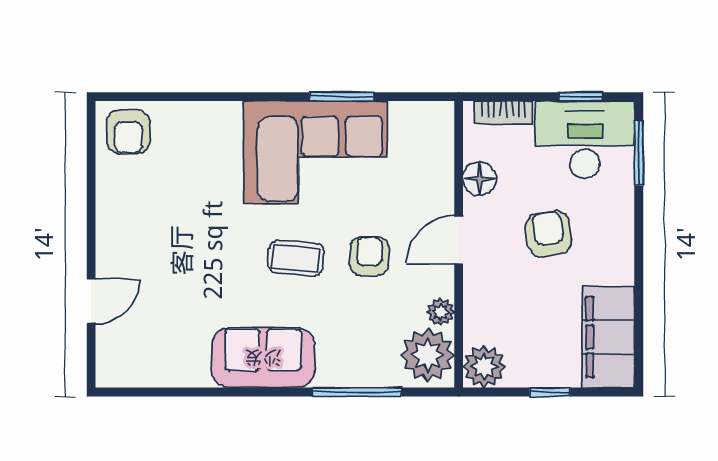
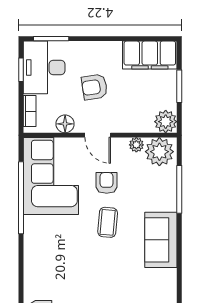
window: (342, 97) -> (21, 198), width x2.11
corner sofa: (315, 152) -> (51, 176), moved
armchair: (369, 256) -> (107, 183), turned 88
window: (550, 392) -> (179, 86), width x1.50

